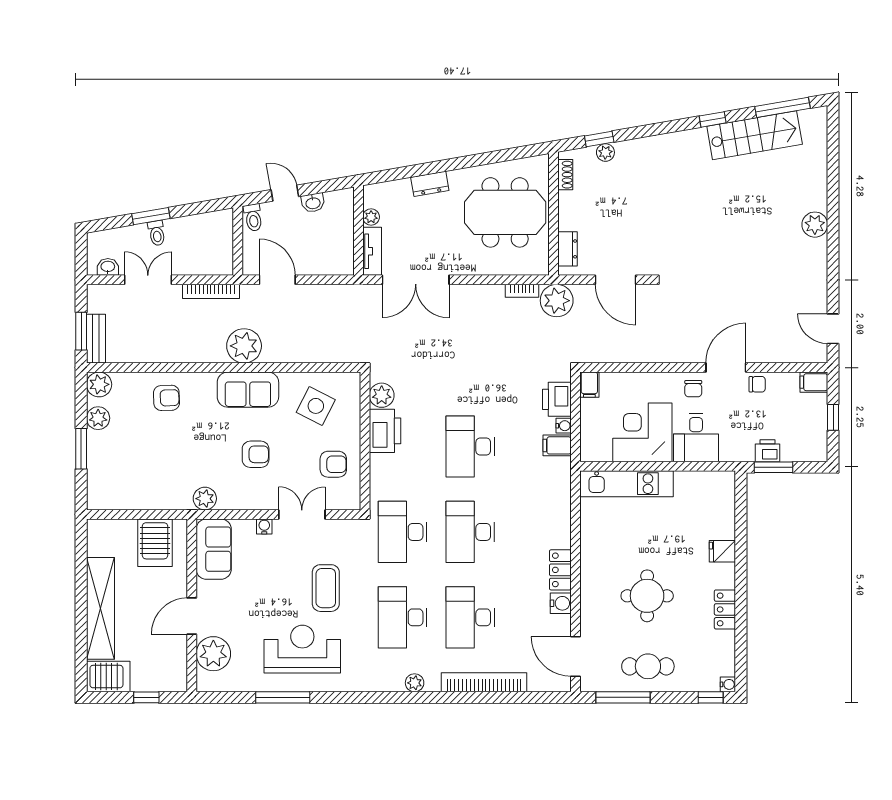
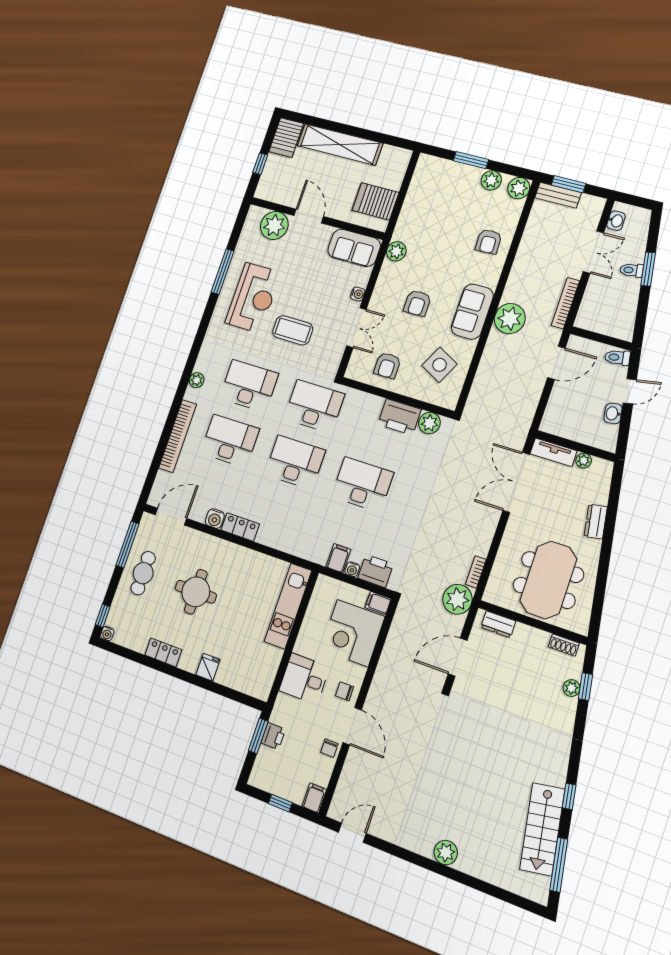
corner desk: (642, 432) -> (353, 633), moved, turned 180

